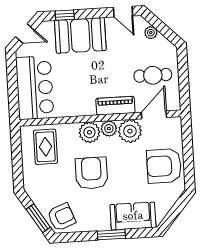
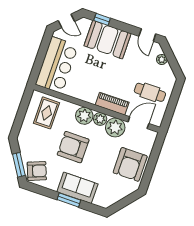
armchair: (164, 166) -> (130, 164), turned -90
armchair: (91, 173) -> (73, 147), turned -90
sofa: (133, 216) -> (77, 188), moved

